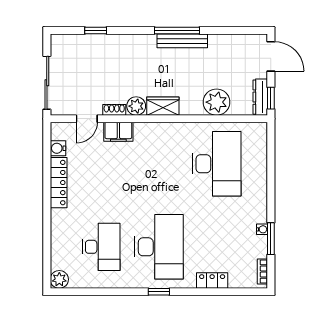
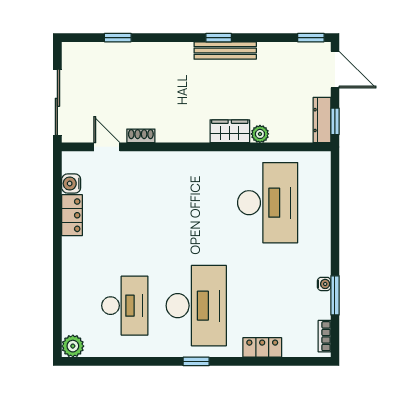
window: (177, 30) -> (219, 38), width x0.46
window: (251, 30) -> (311, 38), added
plant: (216, 102) -> (260, 134), width x0.53, depth x0.53
plant: (136, 106) -> (168, 131), removed
wardrobe: (163, 106) -> (230, 131), moved
door: (87, 119) -> (107, 147), swing flipped
filing cabinet: (118, 132) -> (146, 163), removed
locker: (59, 183) -> (72, 215), width x0.66

